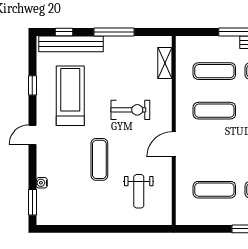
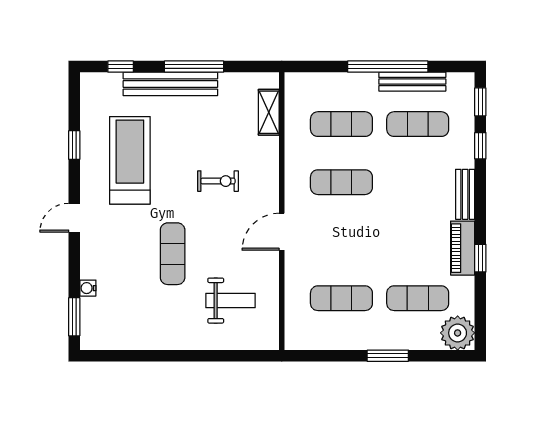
bench: (71, 44) -> (170, 84), moved
exercise bike: (130, 110) -> (218, 181), width x0.73, depth x0.72
weight bench: (139, 191) -> (230, 301), turned -90

